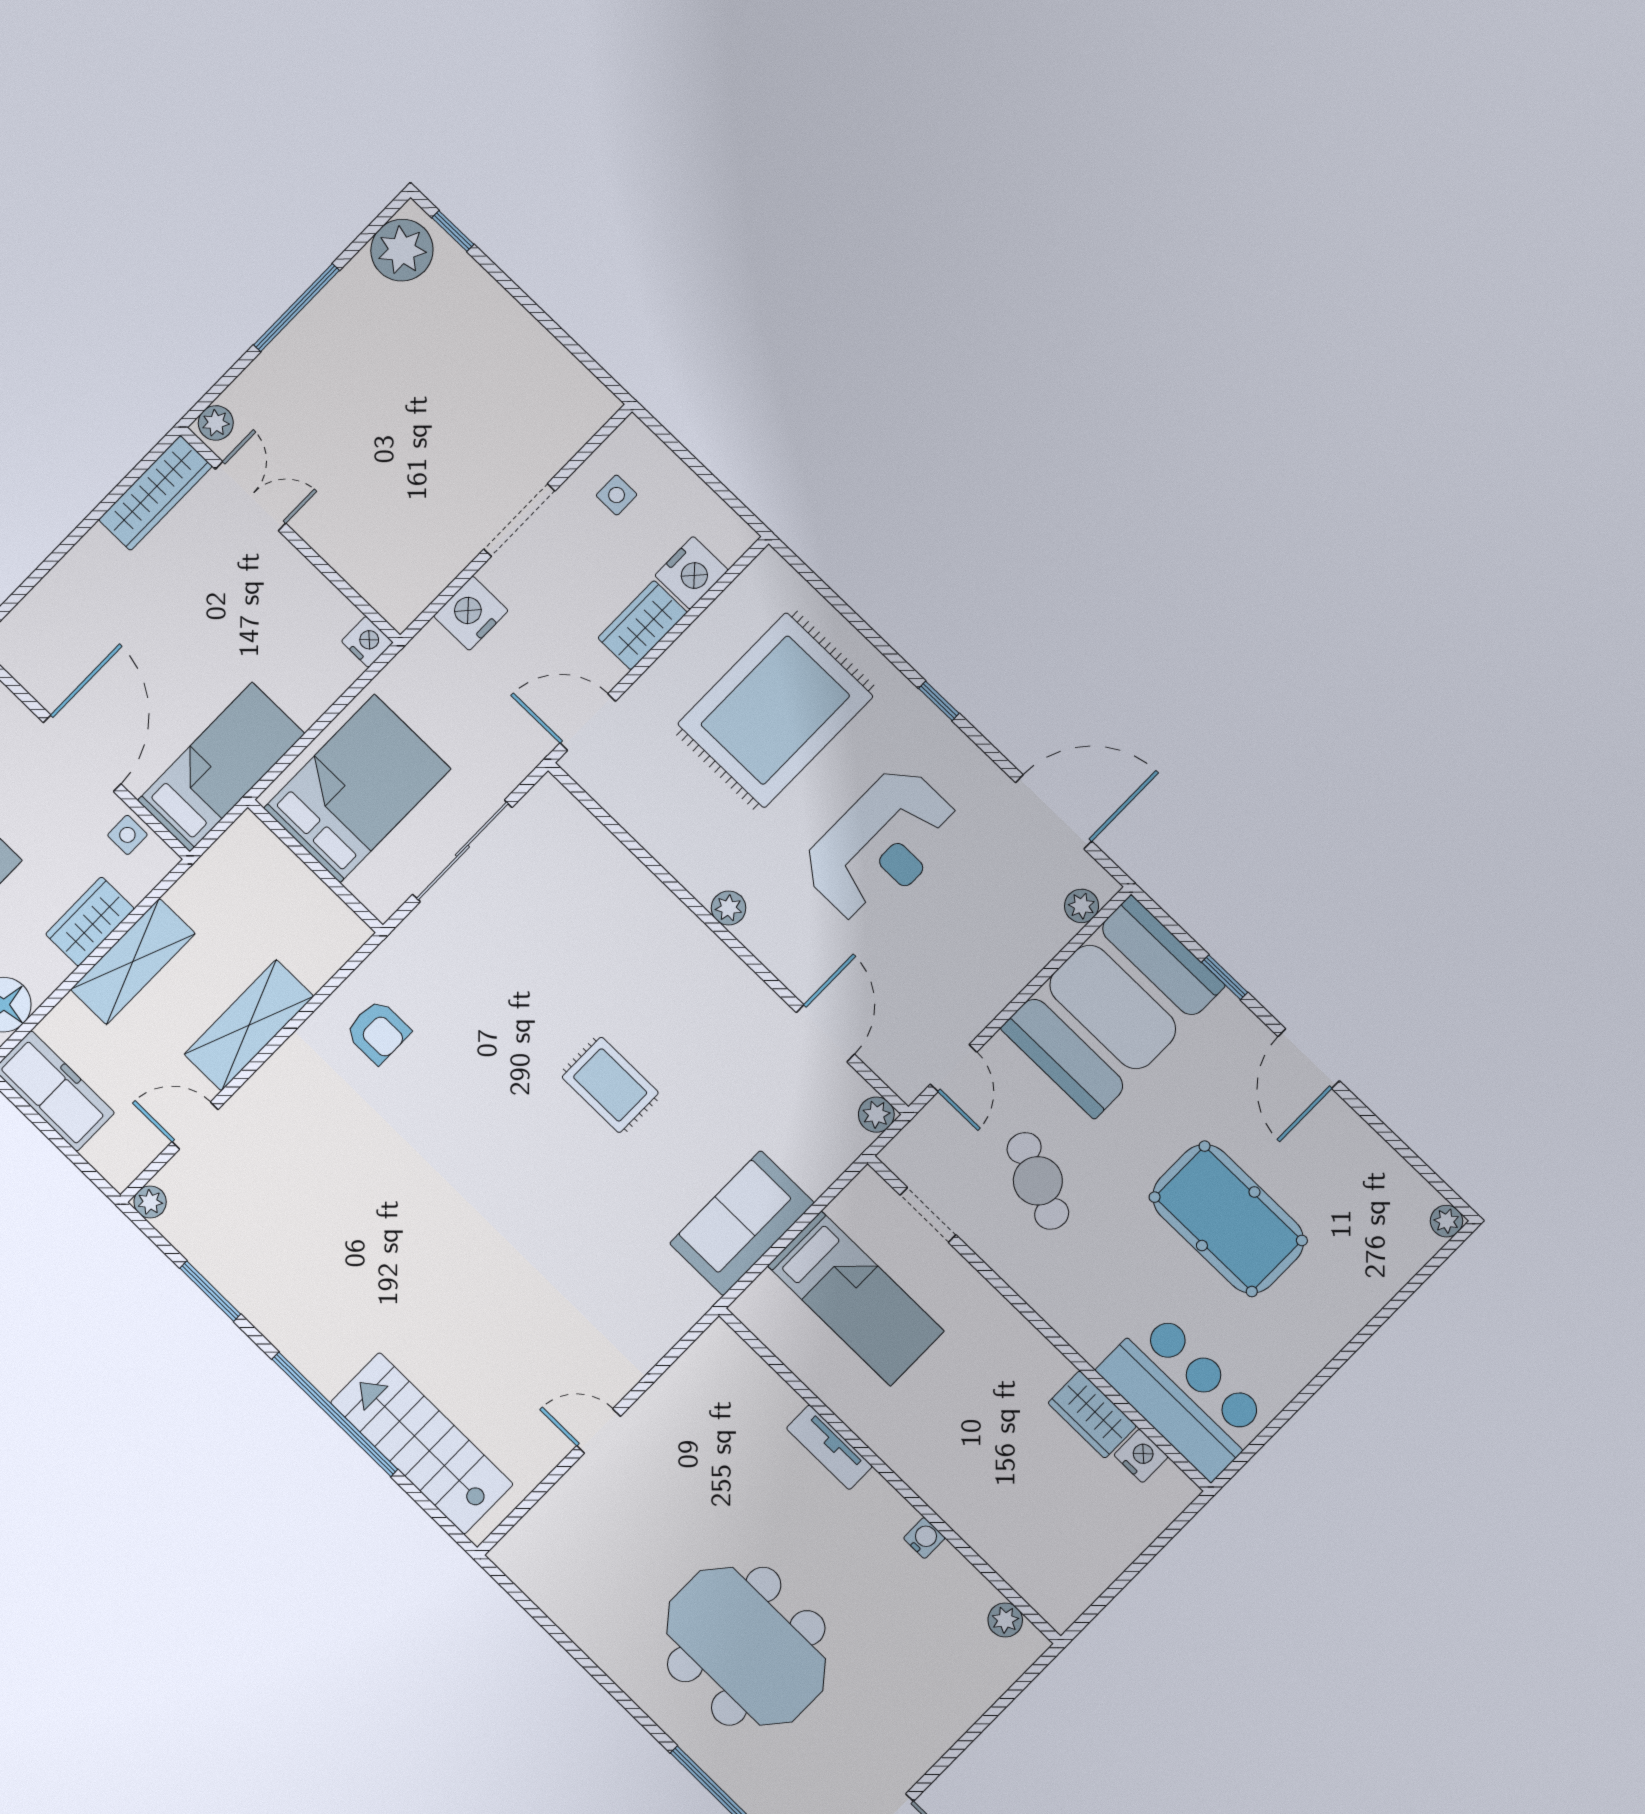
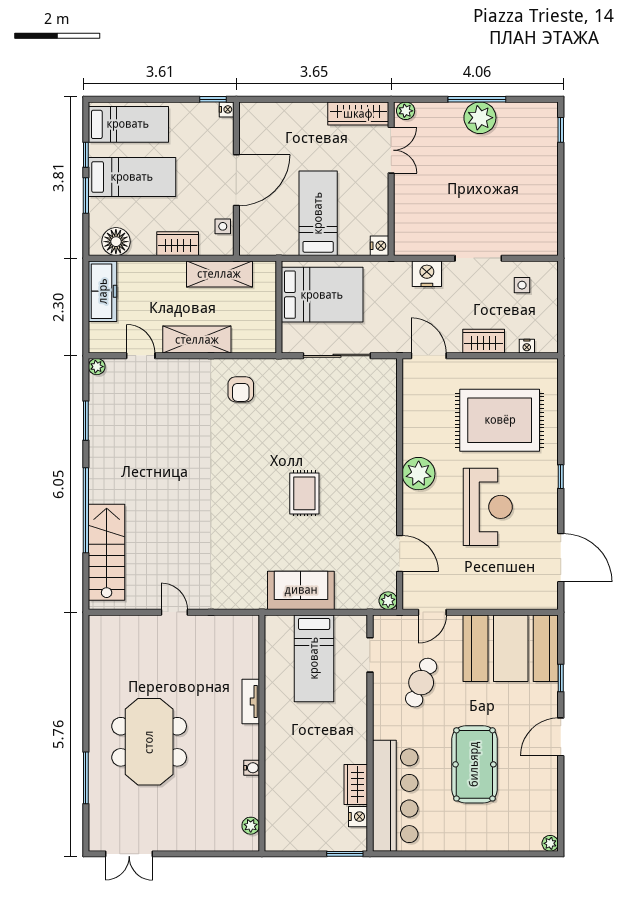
plant: (402, 250) -> (480, 118), moved
nightstand: (691, 573) -> (527, 346), width x0.53, depth x0.56
bed: (221, 767) -> (318, 213), moved, turned -90
reception desk: (881, 845) -> (488, 507), turned -90
plant: (1082, 906) -> (536, 601), removed
plant: (729, 908) -> (419, 474), width x1.87, depth x1.87
shelving: (133, 962) -> (219, 274), moved
door: (825, 1033) -> (400, 553), hinge flipped
bar counter: (1184, 1395) -> (395, 796), width x1.36
window: (1176, 1526) -> (345, 854), added

